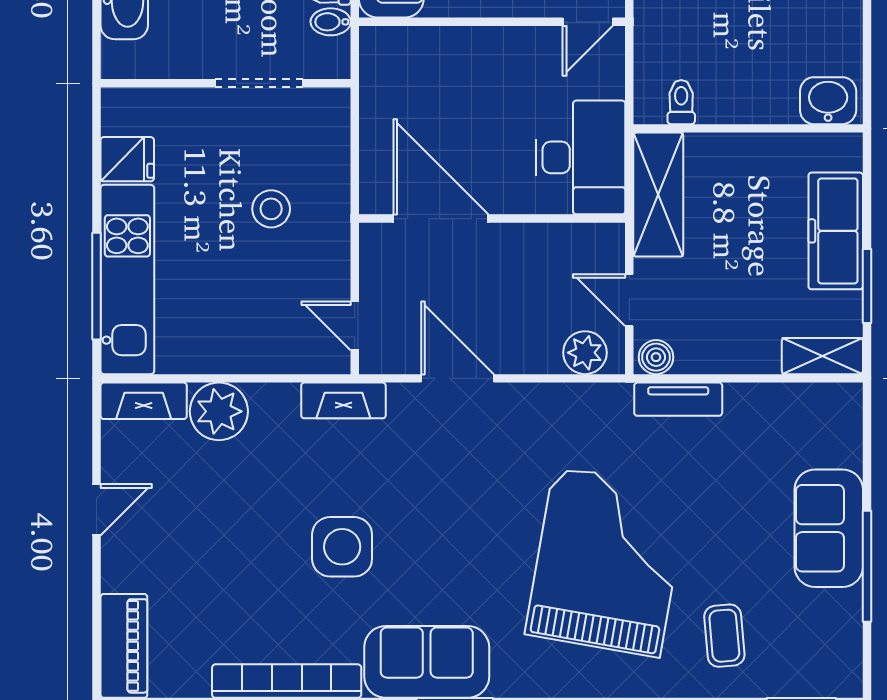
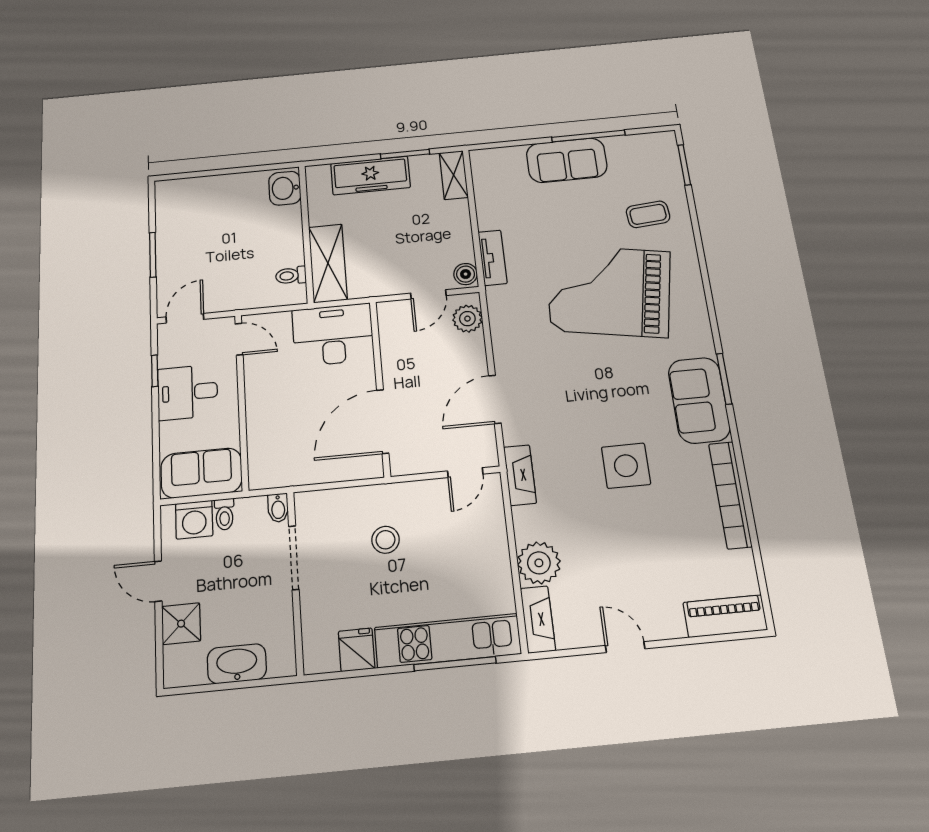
bidet: (331, 22) -> (278, 508), moved
shelving: (658, 195) -> (328, 263), moved, turned 90

